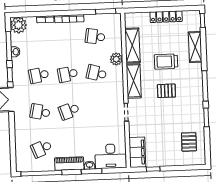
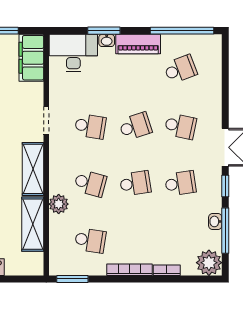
school desk: (98, 110) -> (90, 126), added

